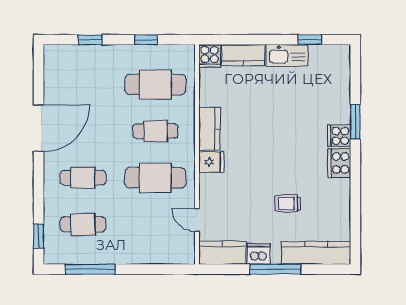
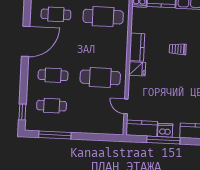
cafe table: (155, 131) -> (56, 14), moved
trolley: (288, 204) -> (178, 49), moved
window: (275, 269) -> (163, 140), moved

